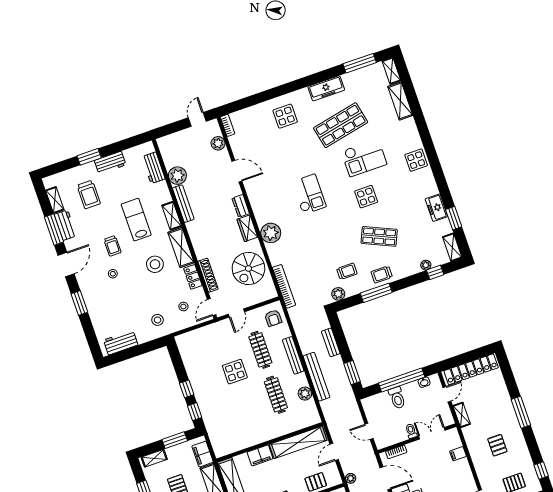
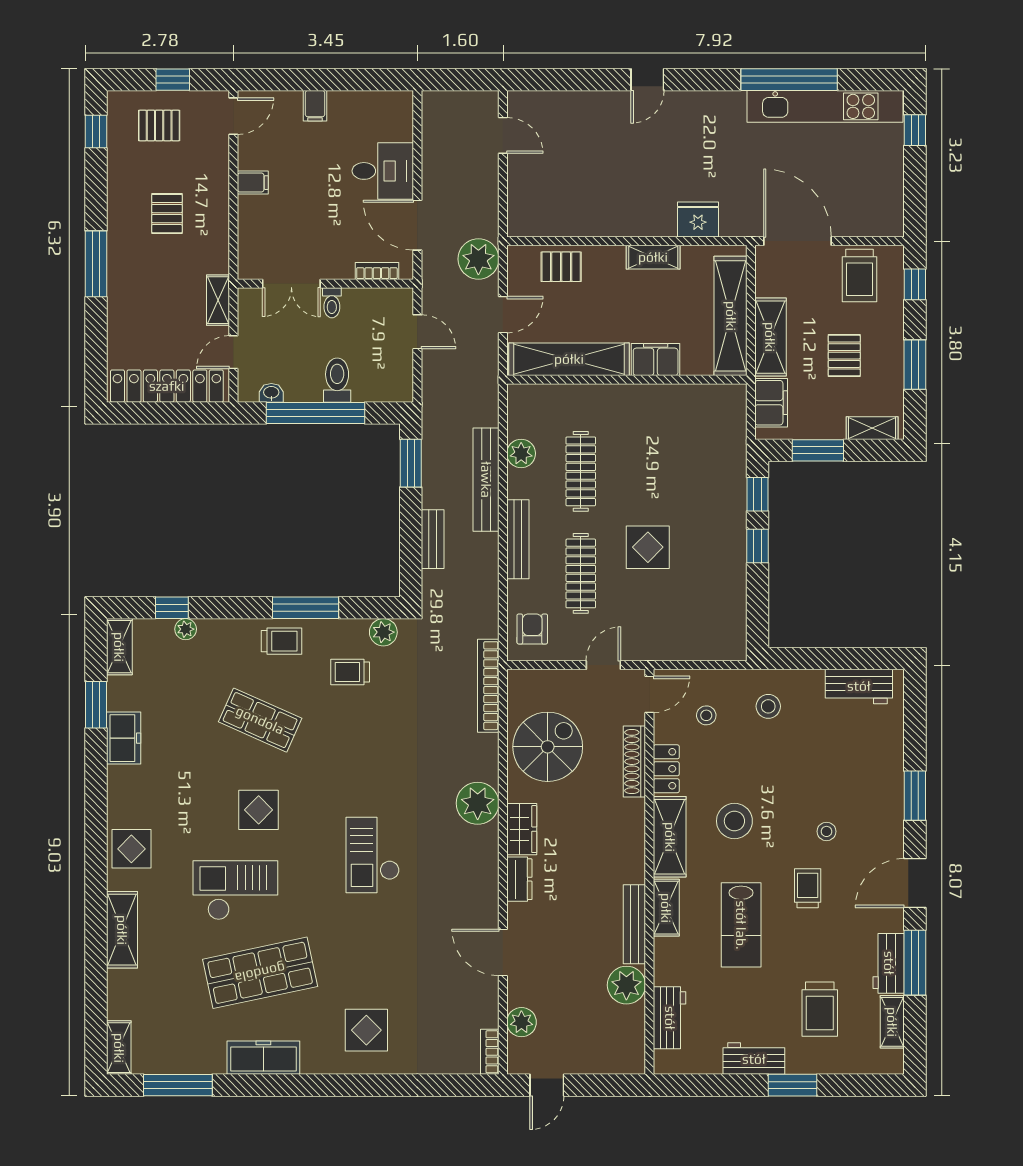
shelving: (400, 101) -> (122, 930), moved
trolley: (89, 194) -> (820, 1009), turned 180
filing cabinet: (458, 454) -> (253, 183), moved
plant: (351, 478) -> (478, 259), width x1.87, depth x1.87

